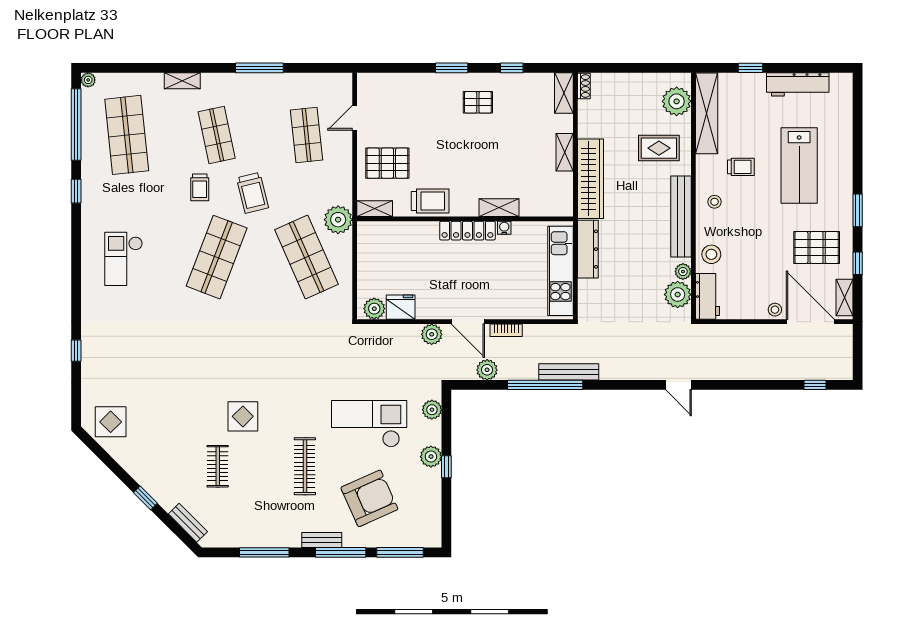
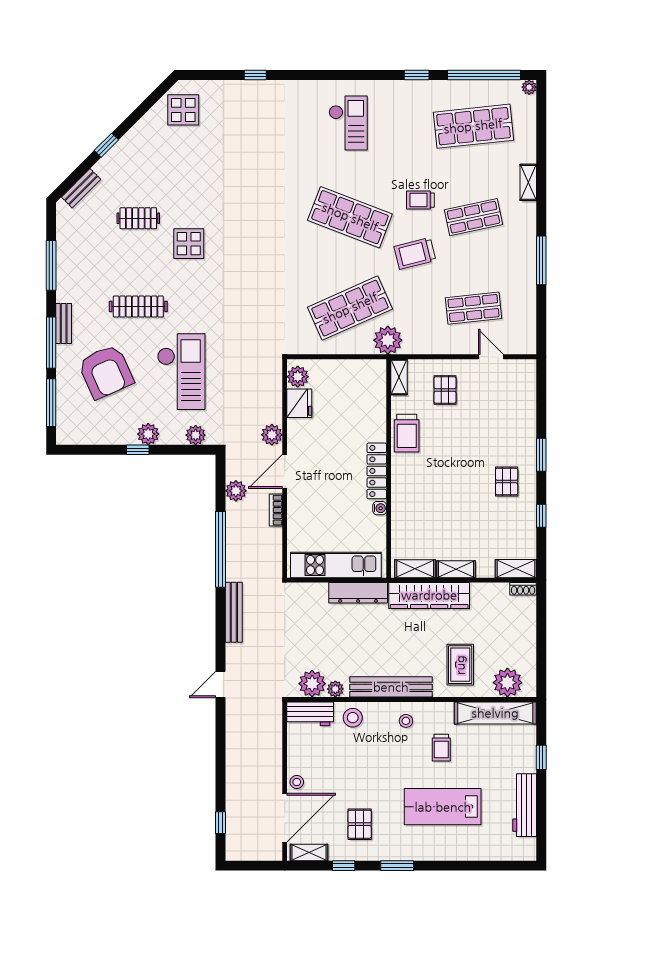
pallet: (387, 163) -> (445, 390), width x0.67, depth x0.71
shelving: (499, 208) -> (415, 569), moved, turned 90
pallet: (817, 248) -> (360, 824), width x0.67, depth x0.71
checkout: (124, 259) -> (348, 123), turned 90
bench: (569, 372) -> (234, 612), moved

